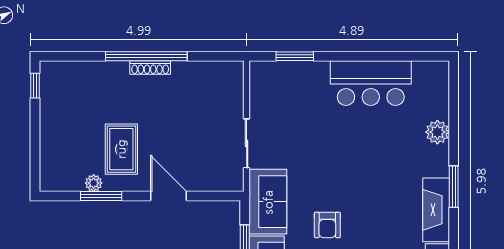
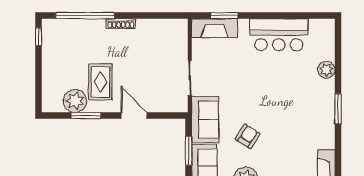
window: (146, 56) -> (85, 16), moved
plant: (94, 183) -> (75, 101), width x1.88, depth x1.88
fireplace: (436, 210) -> (215, 28), moved, turned -90
armchair: (327, 225) -> (248, 136), turned -147

